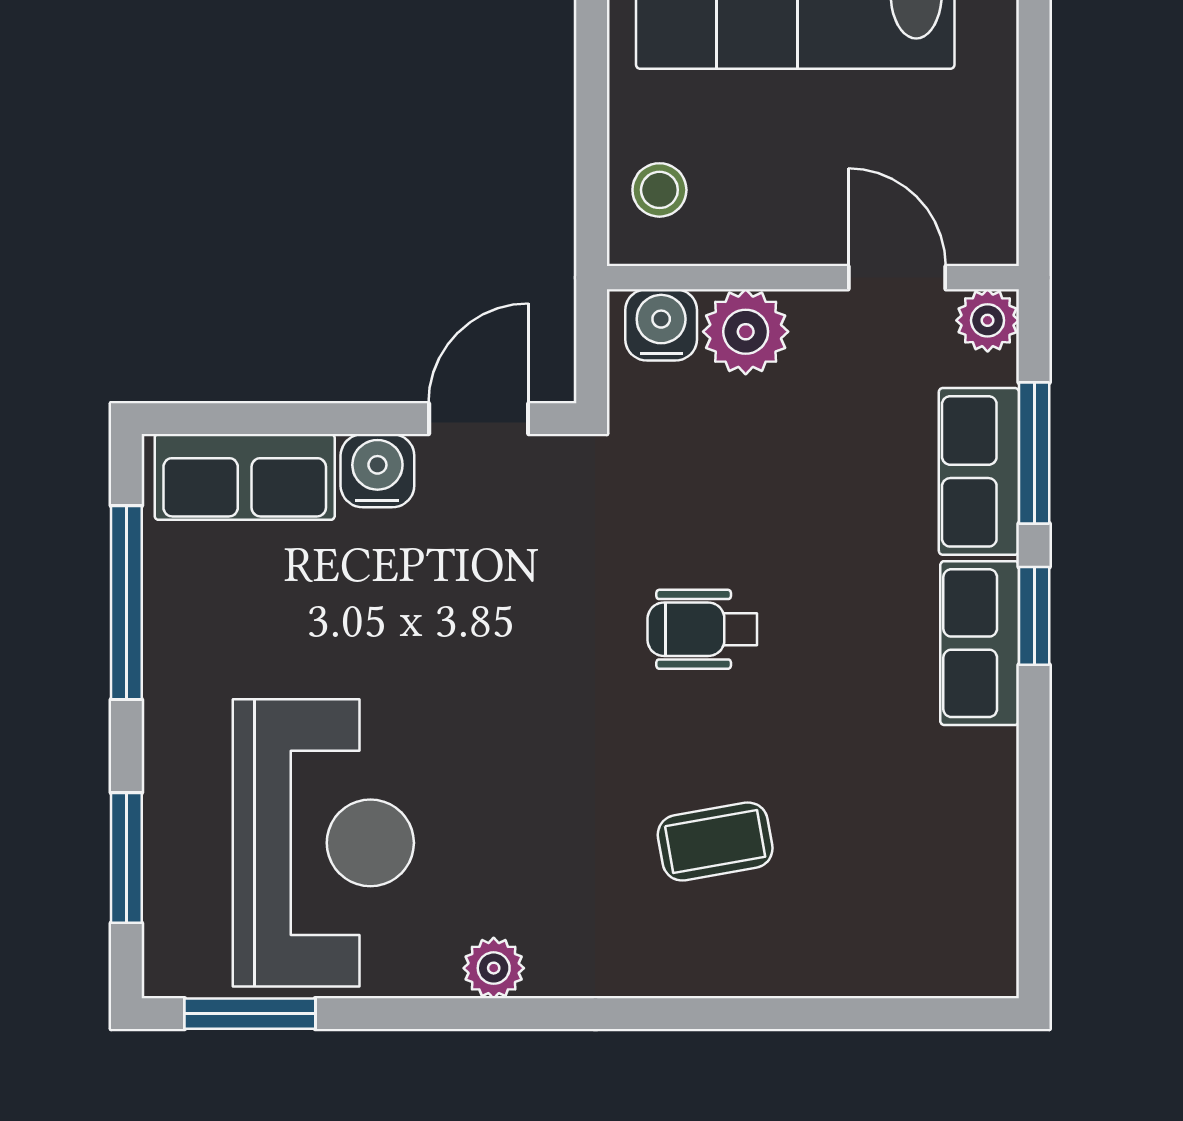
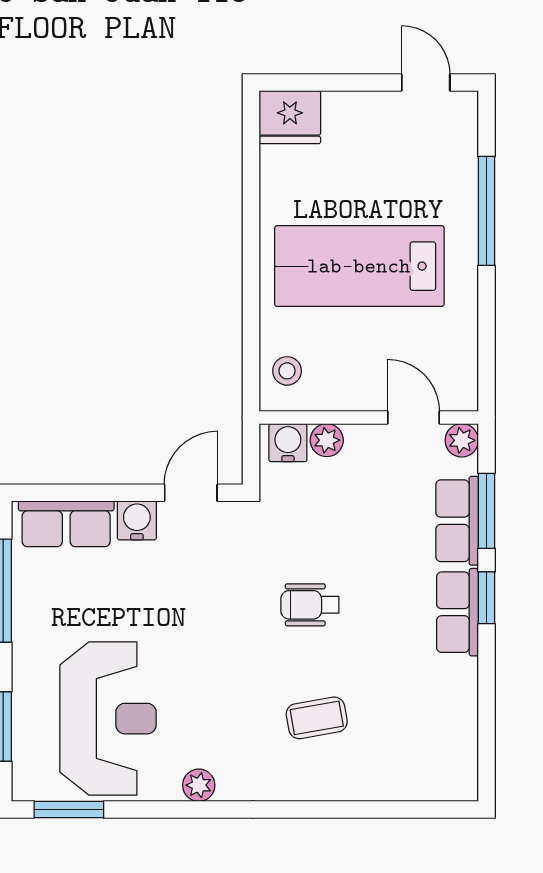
plant: (746, 332) -> (327, 440), width x0.73, depth x0.73

